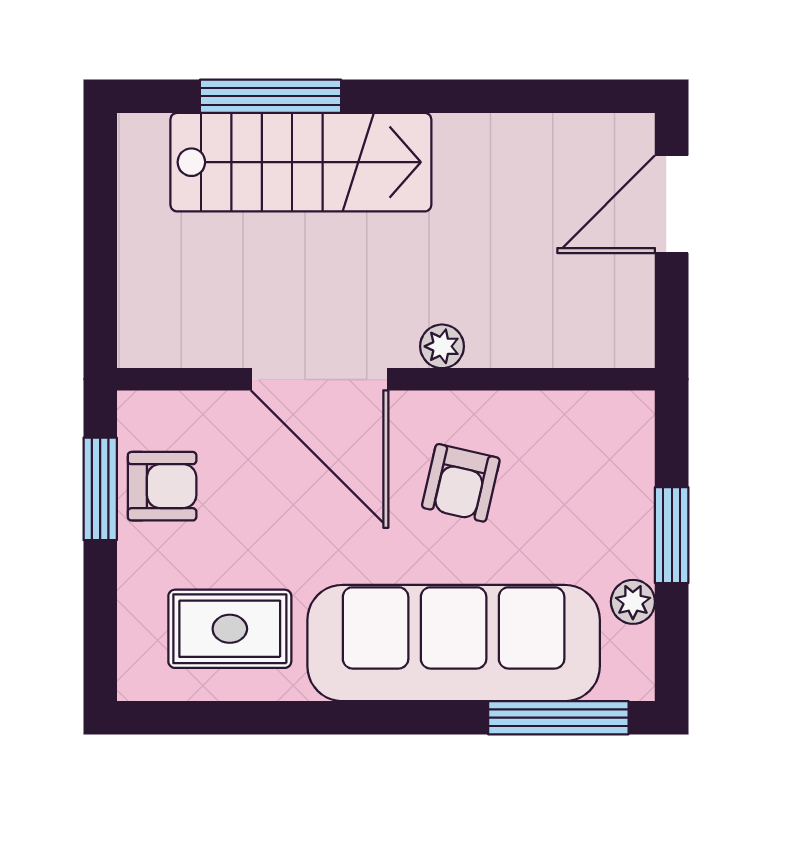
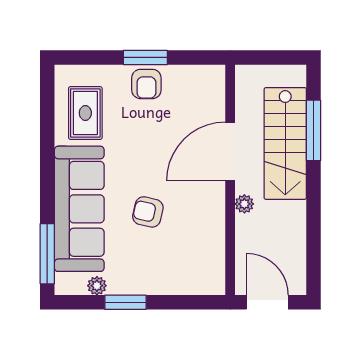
plant: (442, 346) -> (244, 204), moved
door: (320, 379) -> (230, 151), moved
wall: (386, 379) -> (230, 180), moved

